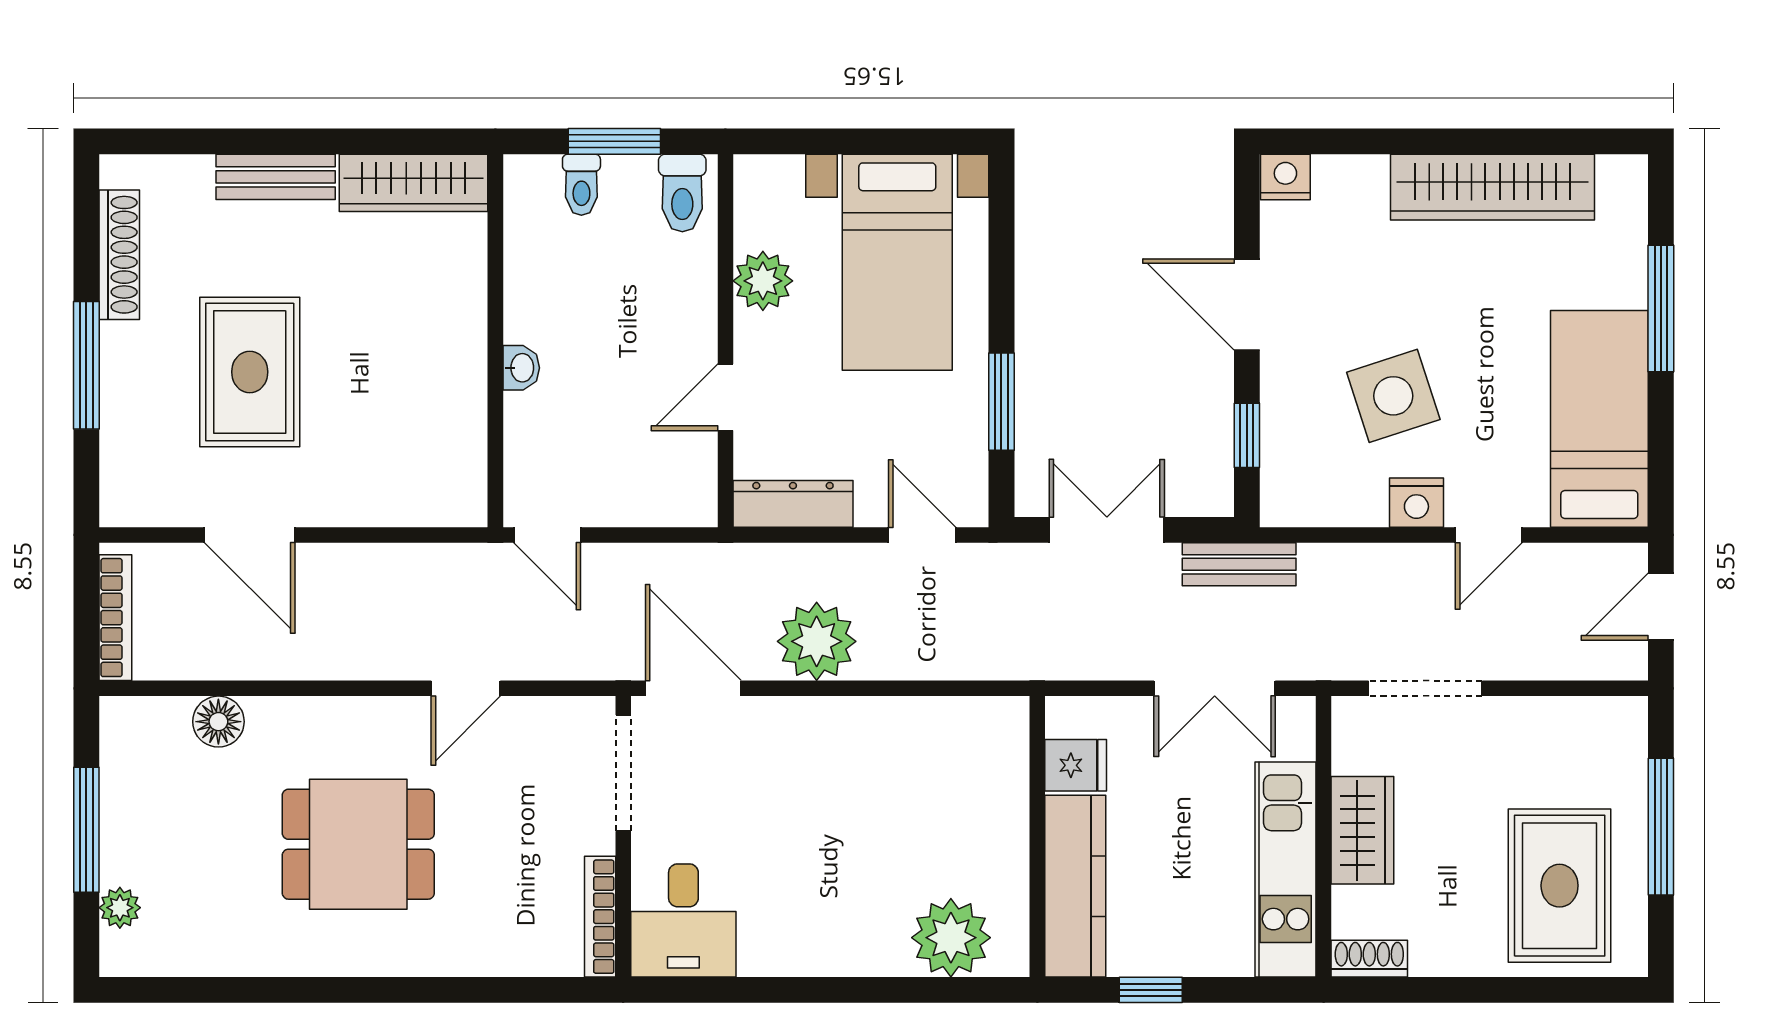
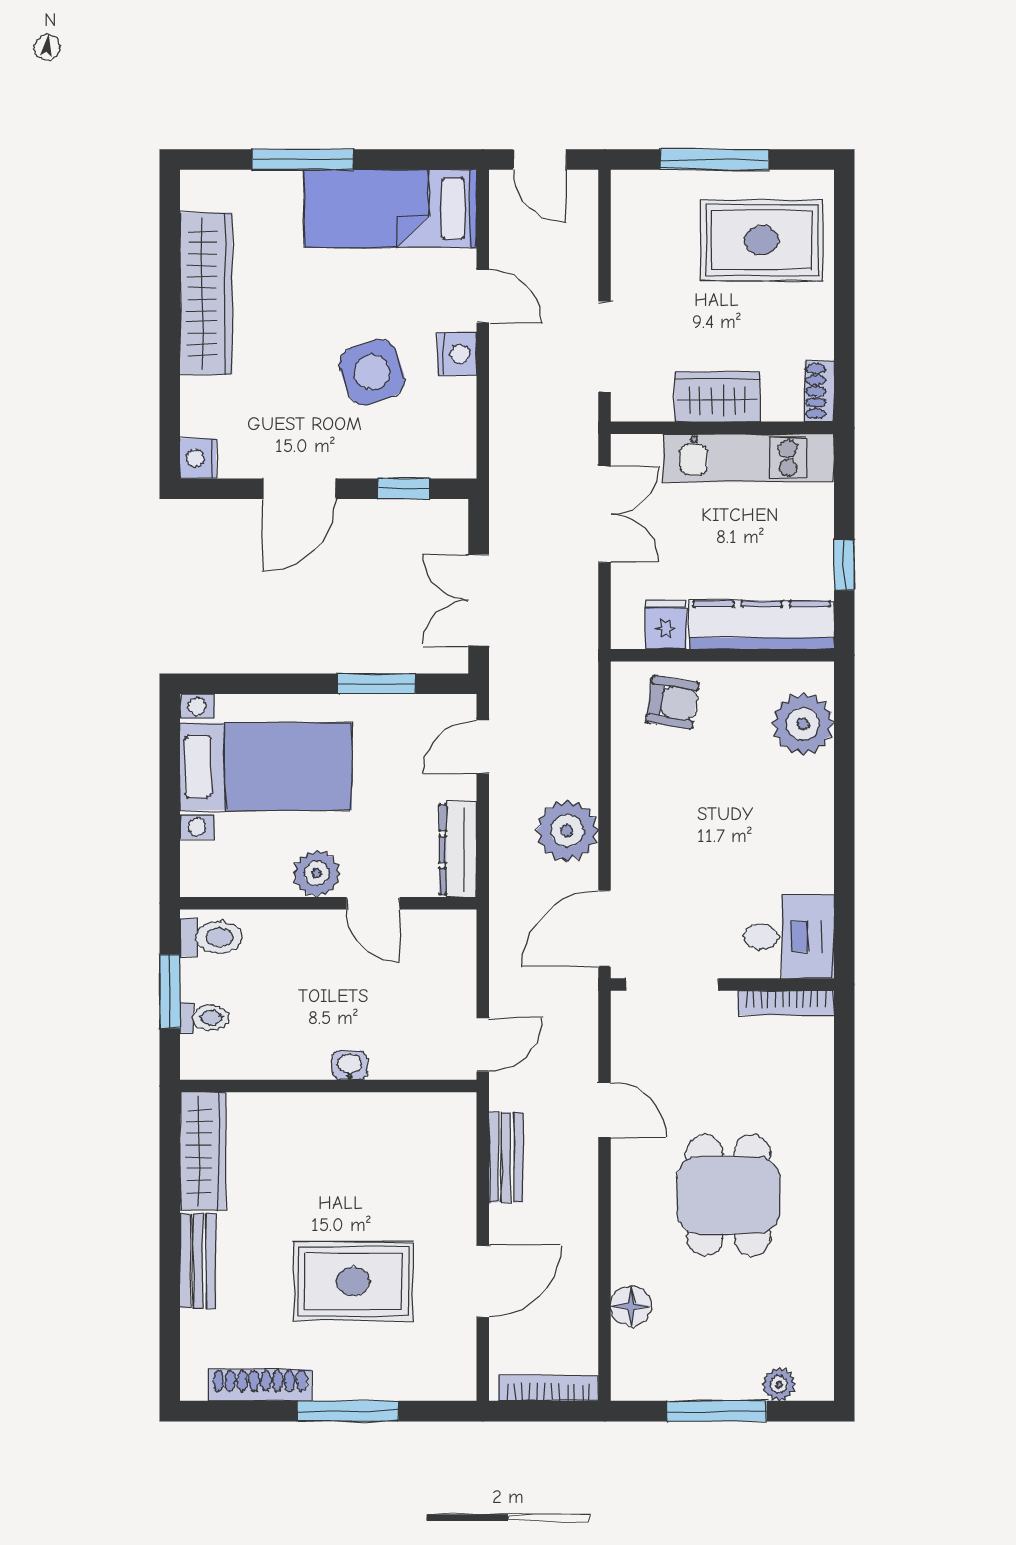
plant: (763, 281) -> (317, 873), moved
bench: (1239, 564) -> (506, 1157), moved
armchair: (978, 774) -> (672, 703), added

